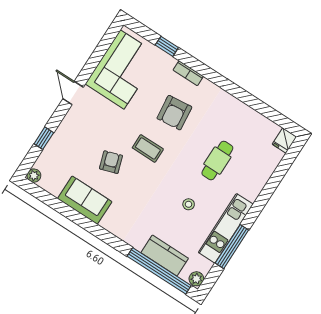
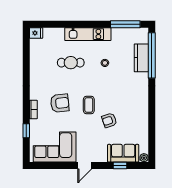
sofa: (85, 200) -> (123, 153), moved, turned 90
kitchen unit: (226, 228) -> (88, 34), moved
window: (232, 247) -> (125, 24), moved
plant: (196, 279) -> (143, 32), removed

